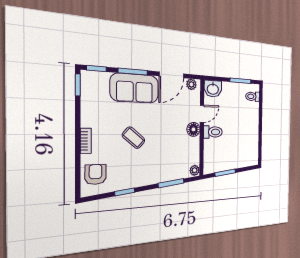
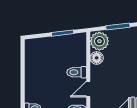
floor lamp: (193, 129) -> (97, 58), moved
plant: (195, 170) -> (99, 41), width x1.88, depth x1.88

